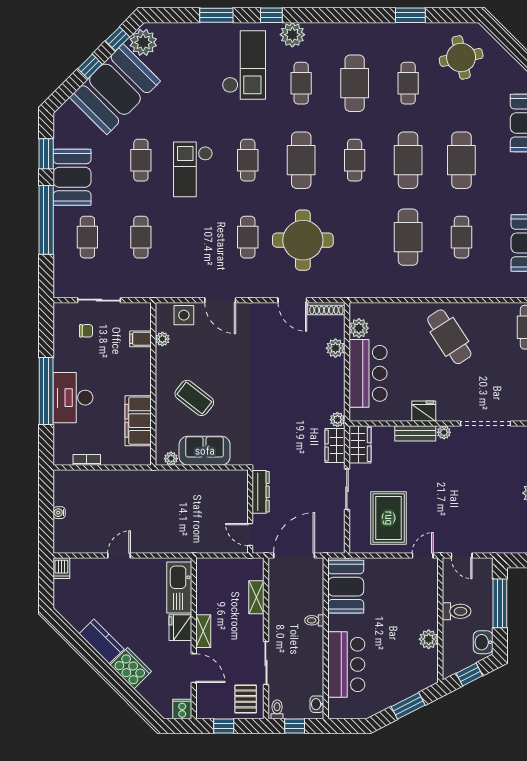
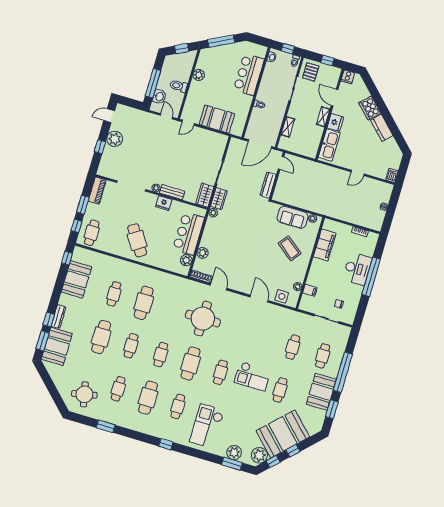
window: (216, 15) -> (232, 464), moved
window: (271, 15) -> (166, 444), moved
plant: (292, 35) -> (234, 453), moved
cafe table: (408, 160) -> (131, 346), width x0.73, depth x0.74
checkout: (193, 169) -> (253, 376), turned 90
cafe table: (248, 237) -> (233, 329), removed
rug: (389, 518) -> (201, 149), removed
booth: (346, 587) -> (217, 119), moved, turned 90
washbasin: (483, 642) -> (159, 97), moved
window: (408, 706) -> (221, 41), width x1.44

